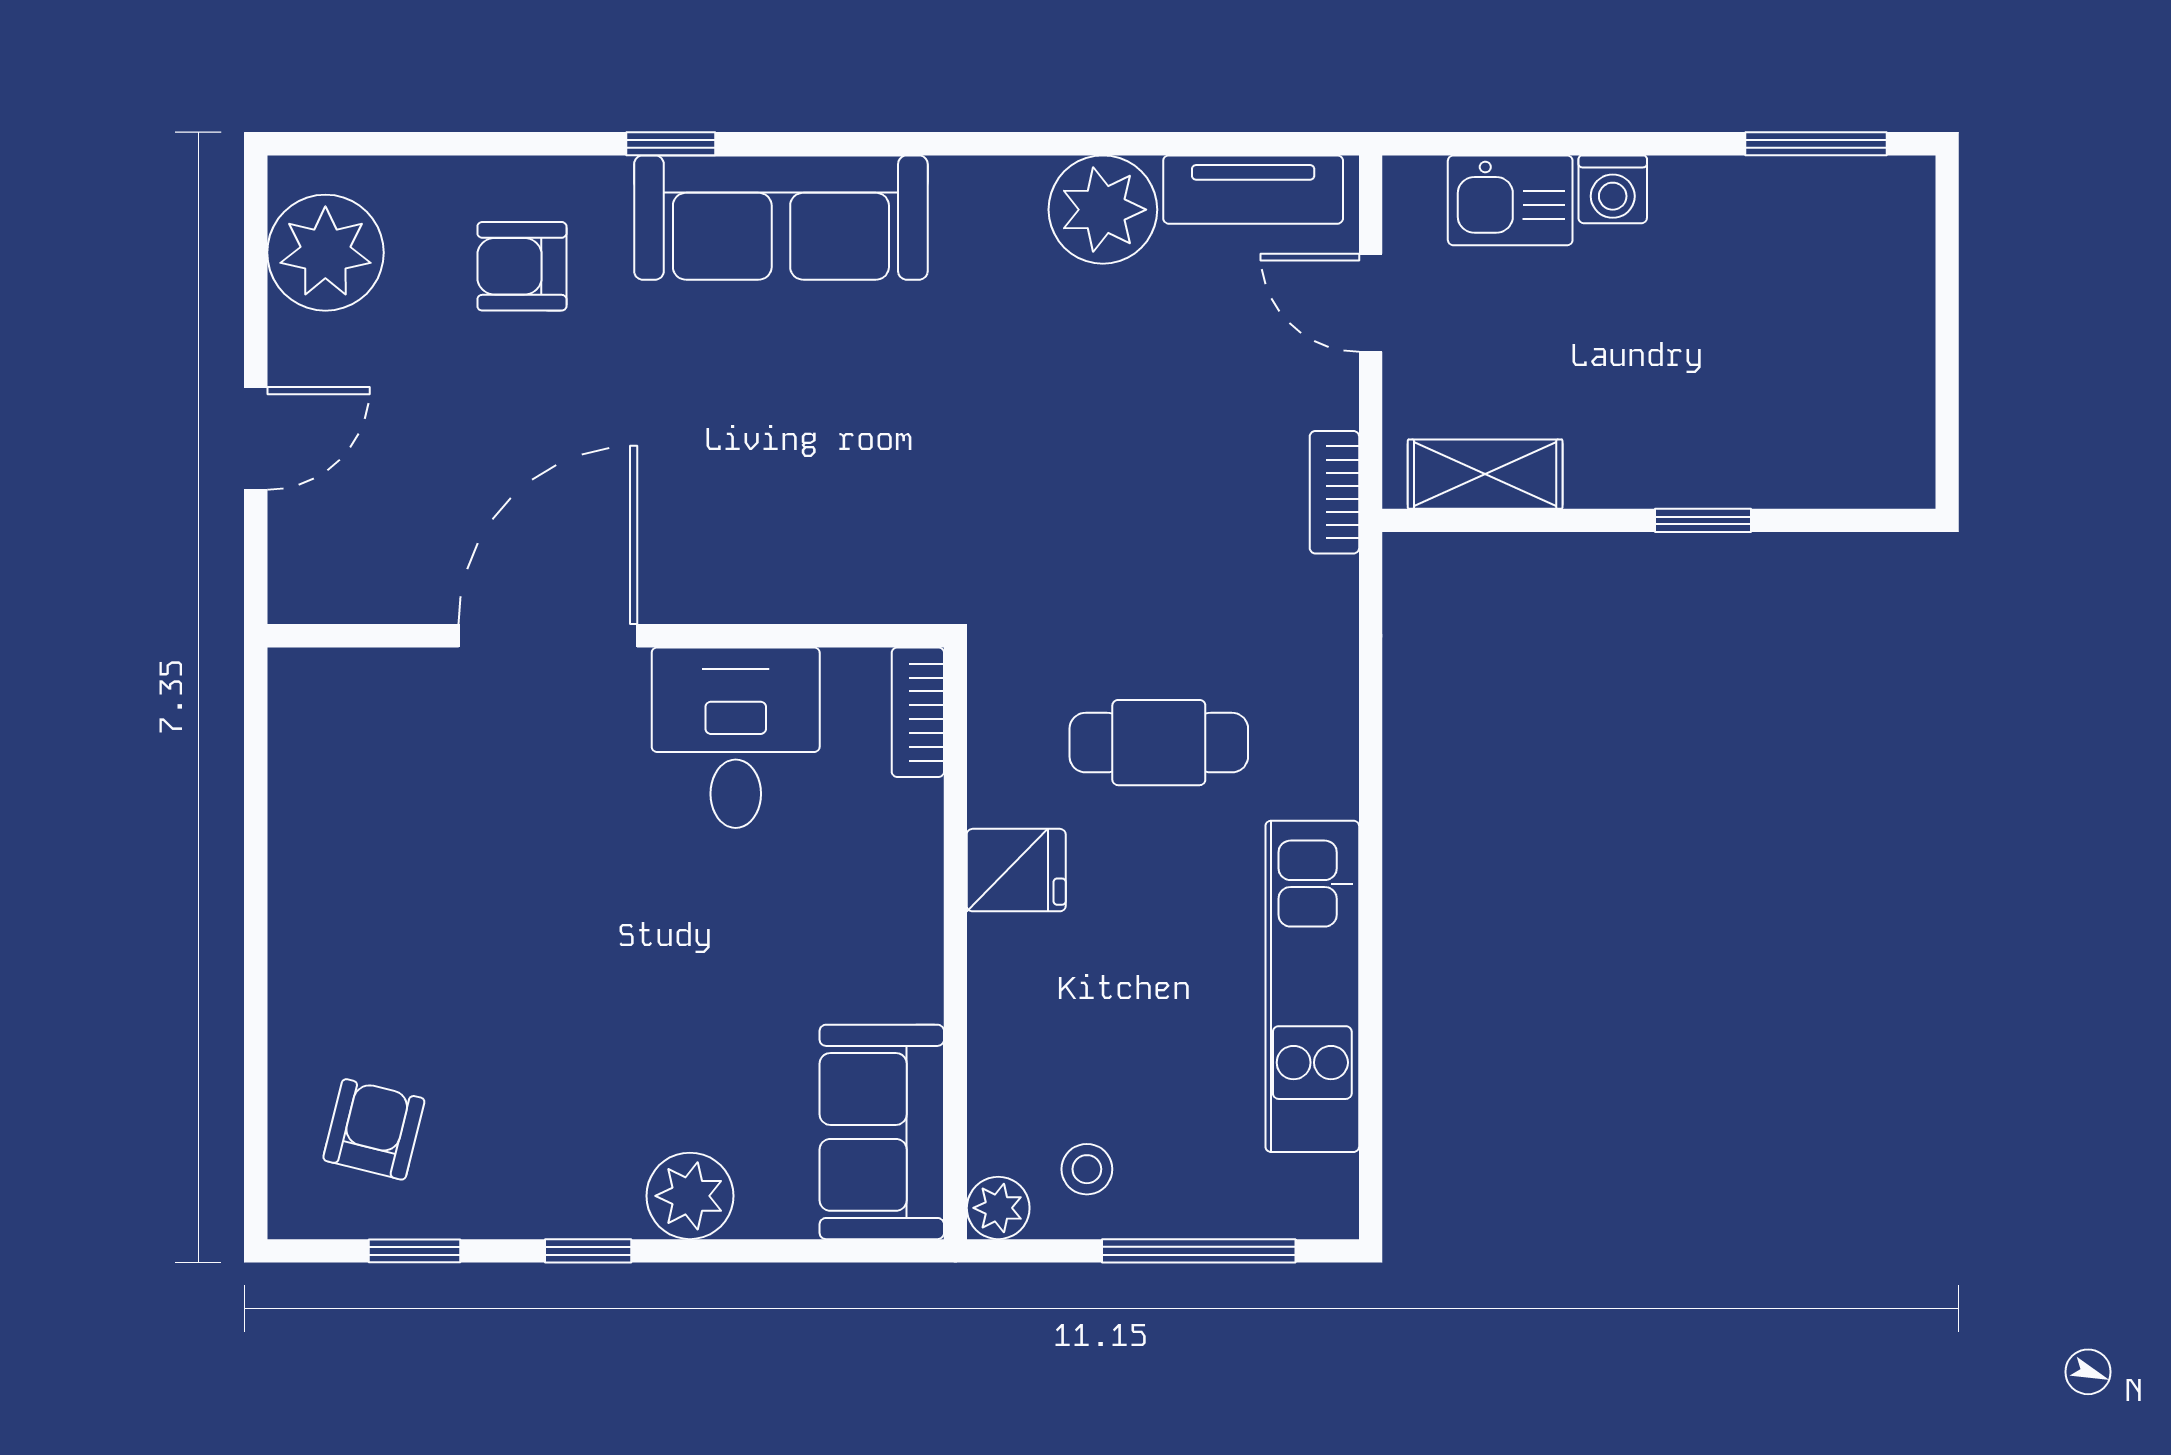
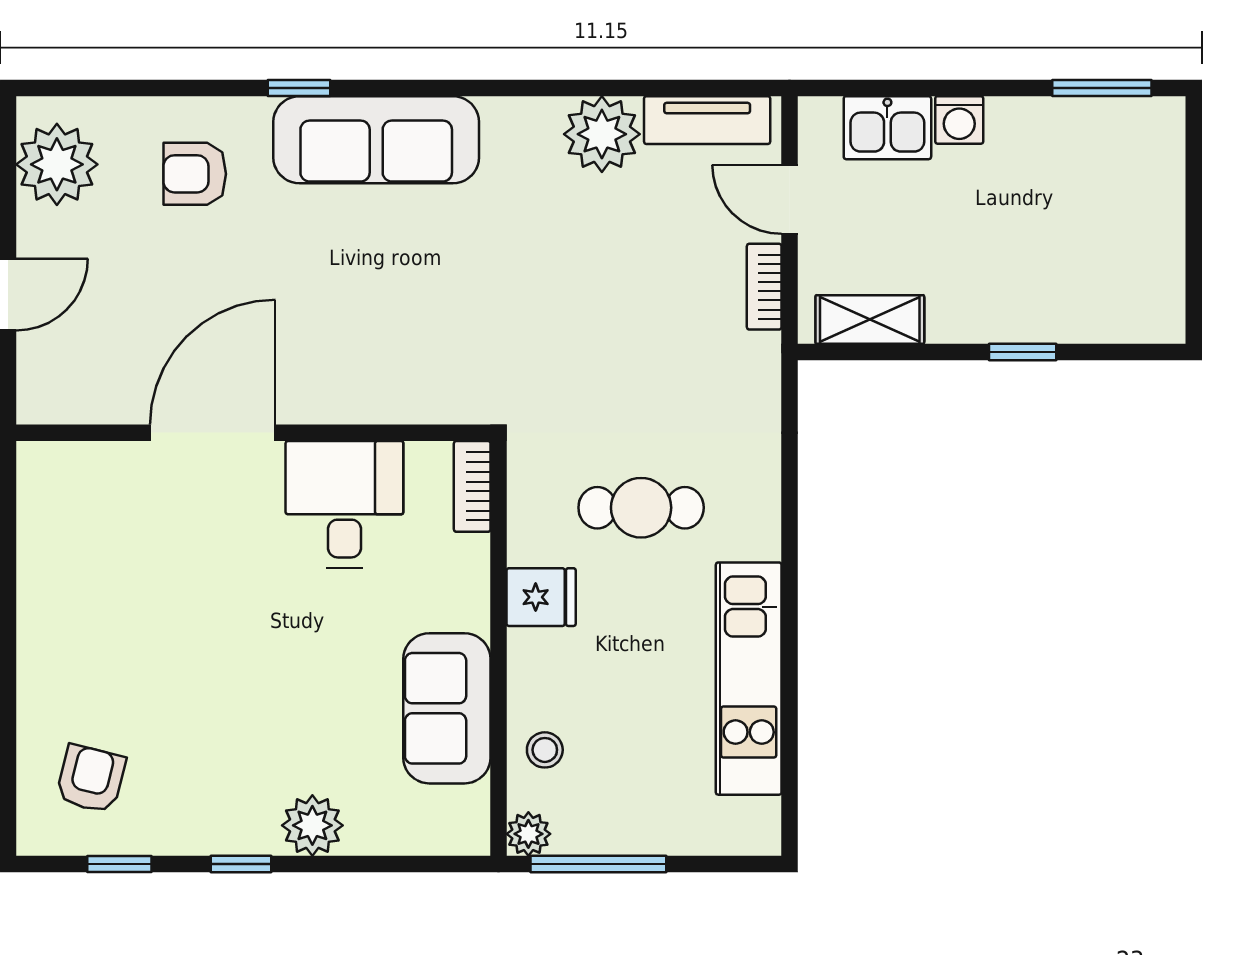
bookcase: (1334, 492) -> (764, 287), moved
sofa: (882, 1132) -> (447, 708), moved
stool: (1087, 1169) -> (545, 750), moved
window: (1199, 1251) -> (598, 864), moved

